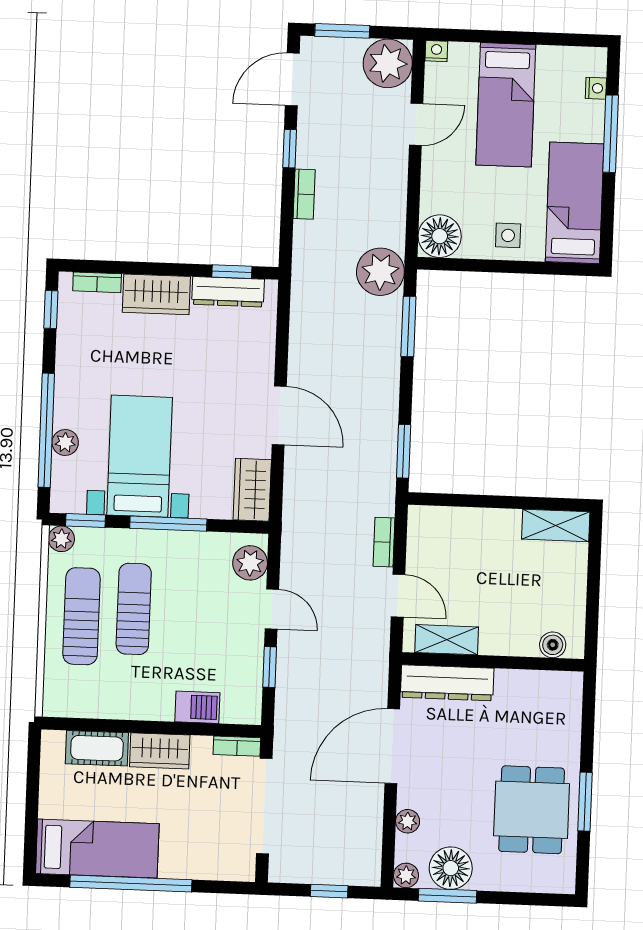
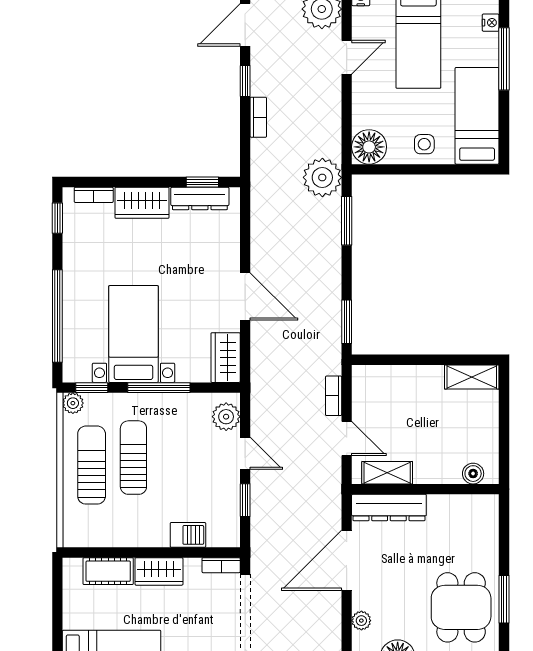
plant: (65, 442) -> (73, 325), removed

